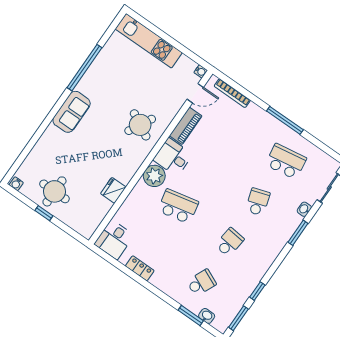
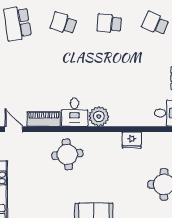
round table: (140, 125) -> (67, 154), turned -34
school desk: (258, 202) -> (63, 23), turned 36
school desk: (178, 206) -> (109, 82), removed

